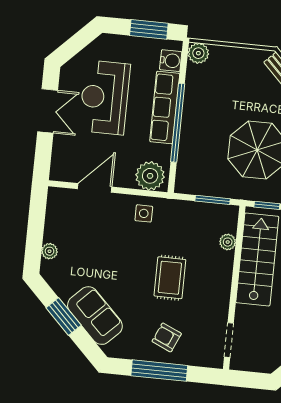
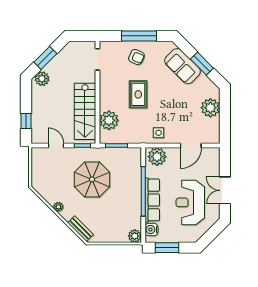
reception desk: (105, 97) -> (190, 202), turned 180
plant: (228, 242) -> (109, 120), width x1.88, depth x1.88
plant: (50, 251) -> (210, 108), width x1.87, depth x1.87

